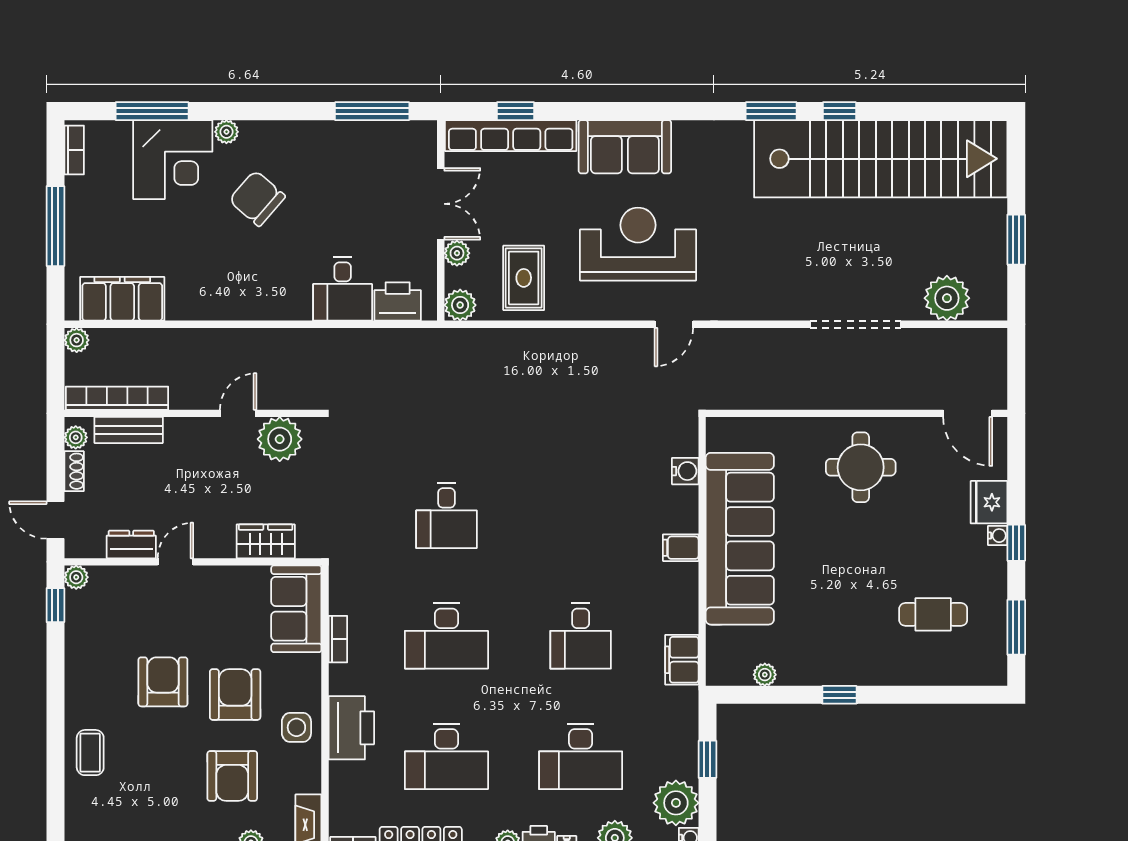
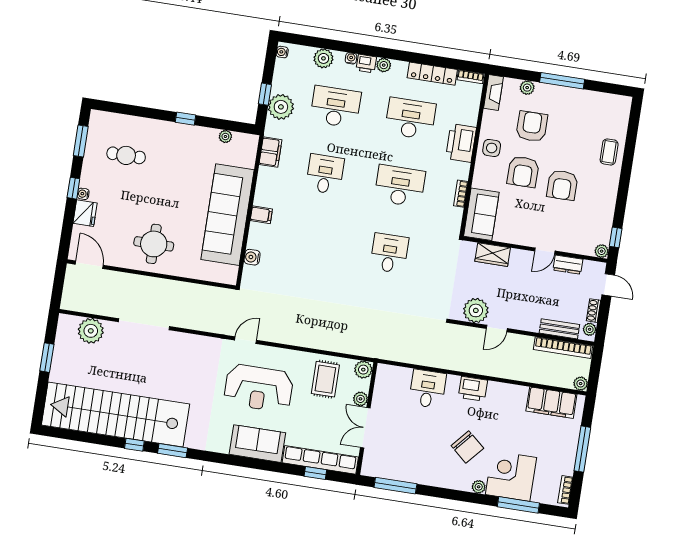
printer: (398, 302) -> (473, 389), moved
plant: (676, 803) -> (281, 107), moved

